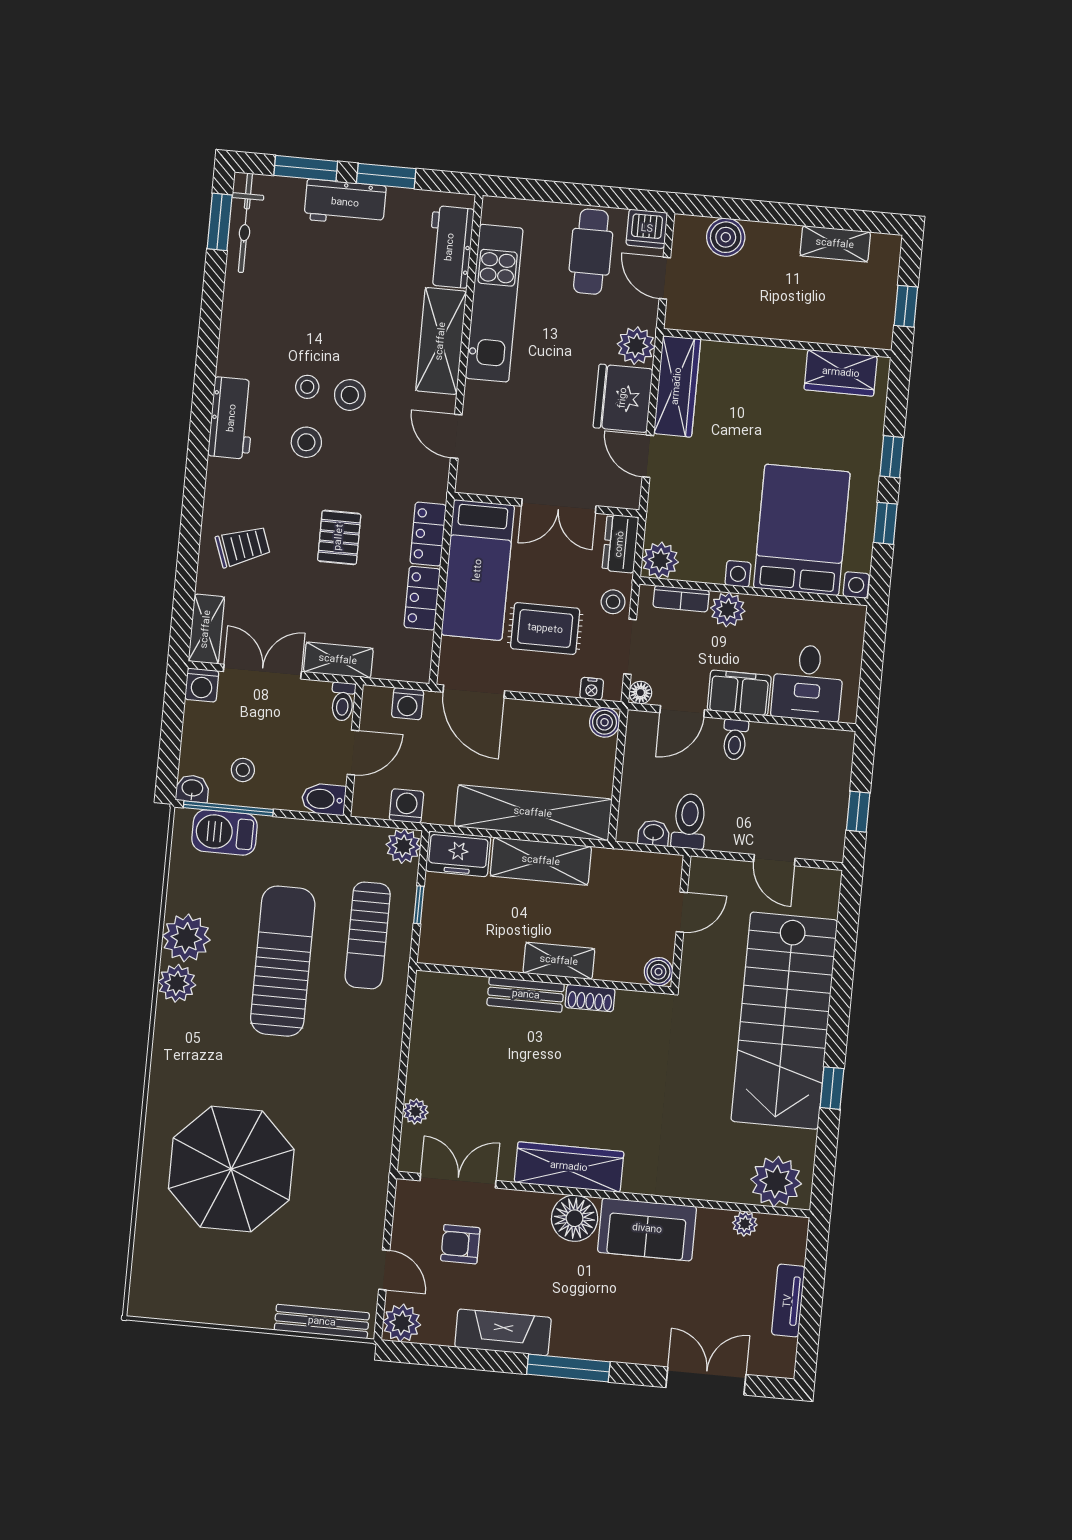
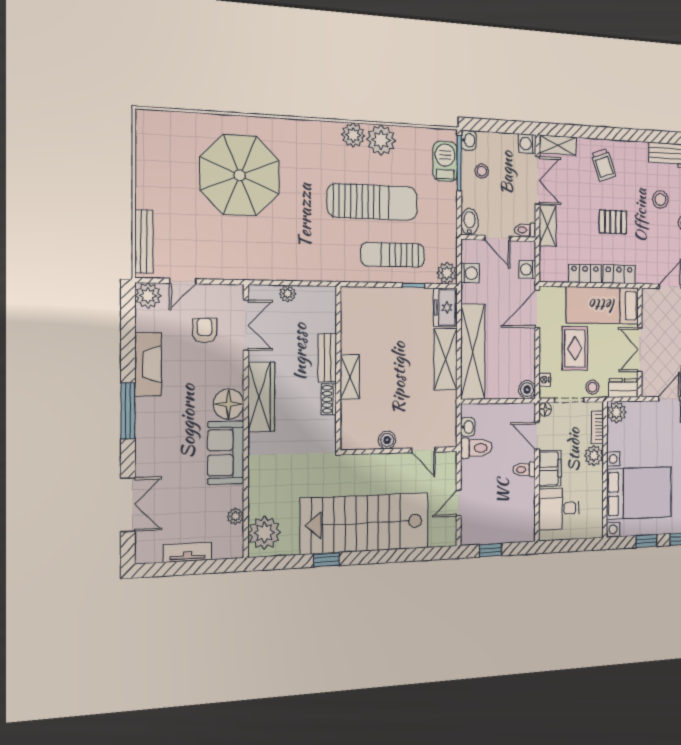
shelving: (559, 961) -> (350, 377), moved
wall: (544, 978) -> (338, 368), moved
bench: (526, 995) -> (327, 358), moved
shoe rack: (590, 998) -> (329, 399), moved

